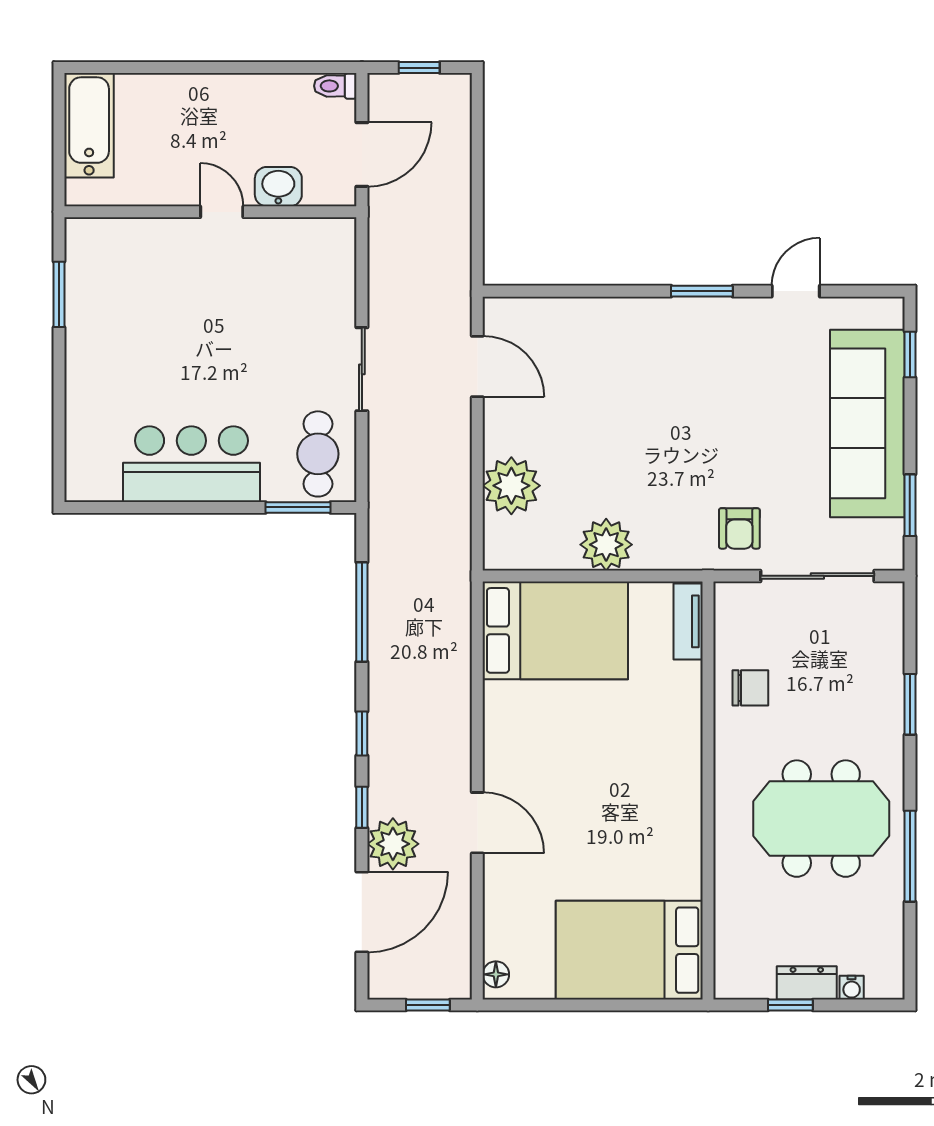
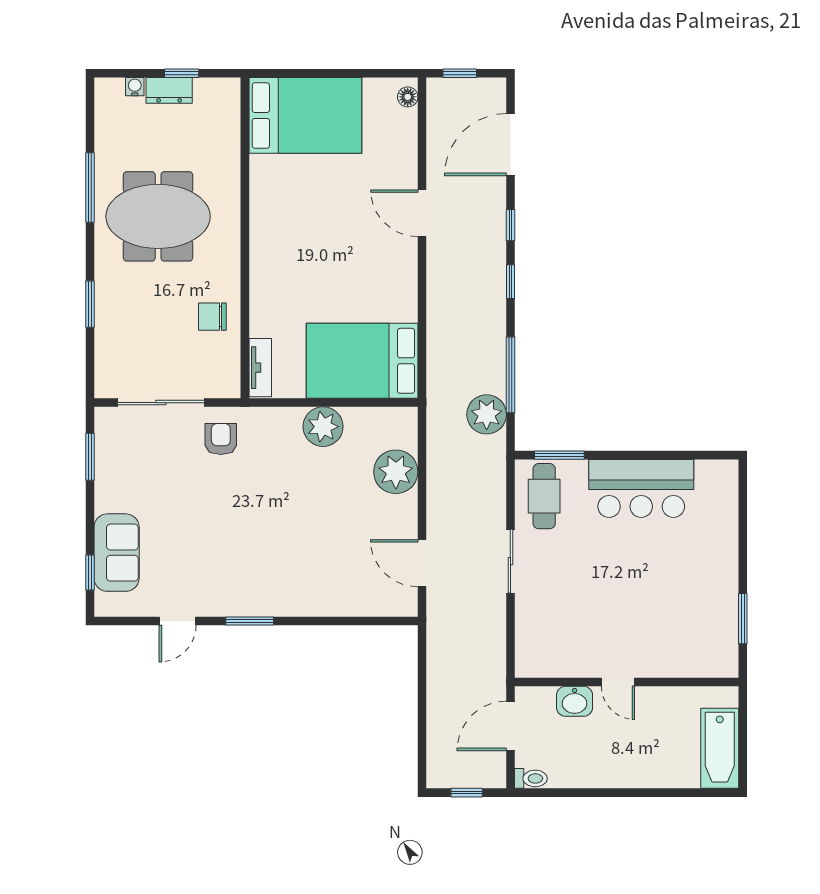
sofa: (867, 423) -> (117, 553), width x0.54, depth x0.79
plant: (393, 844) -> (487, 414), moved

